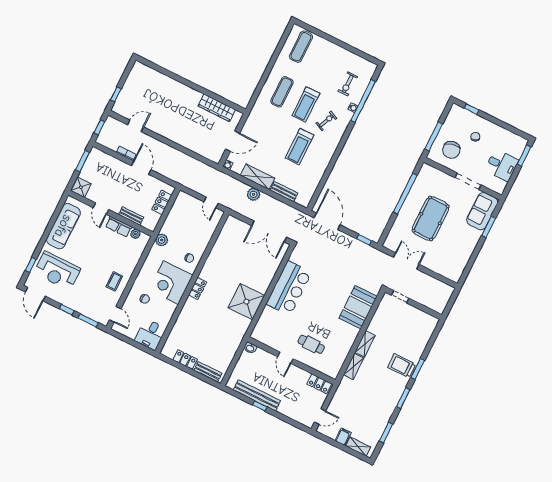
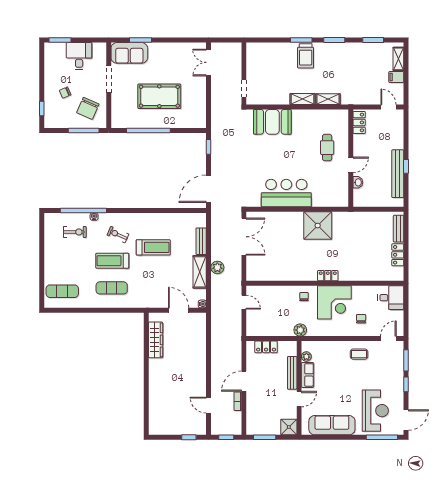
treadmill: (306, 104) -> (112, 261), turned 180
chair: (451, 150) -> (88, 108), turned 127
door: (211, 202) -> (244, 302), hinge flipped
bench: (131, 216) -> (292, 373), width x1.36
double door: (406, 261) -> (209, 62), moved
window: (31, 265) -> (382, 437), width x2.17
washbasin: (250, 348) -> (358, 182), moved

